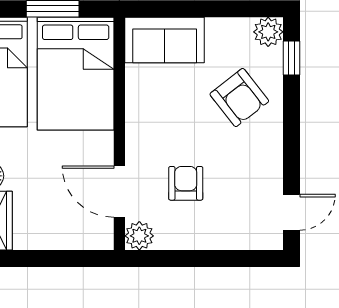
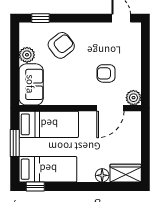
plant: (268, 32) -> (27, 55), moved
bed: (76, 74) -> (49, 124), width x0.67

